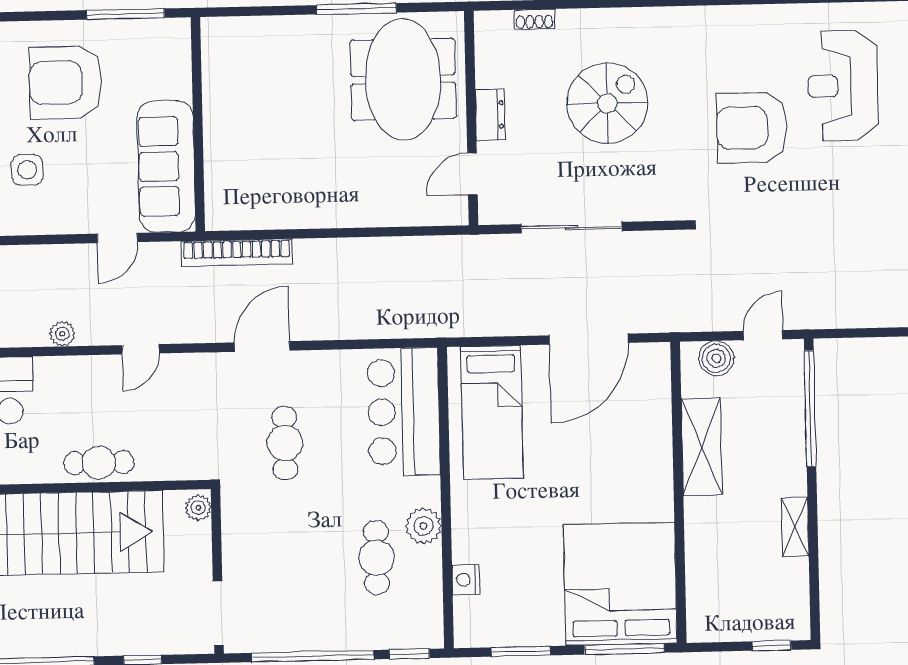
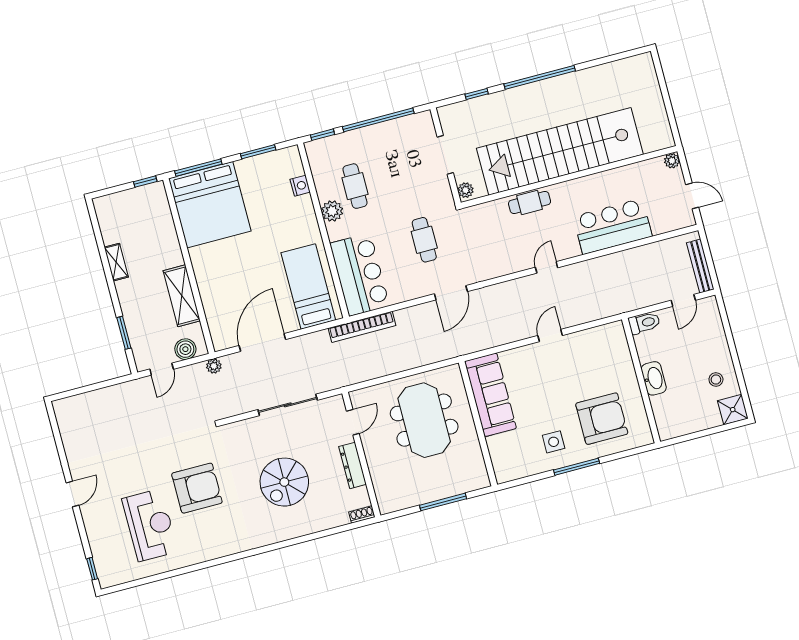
shoe rack: (534, 19) -> (362, 514), moved
meeting table: (403, 79) -> (424, 420), moved
dresser: (490, 115) -> (353, 465), width x1.44
wall: (198, 124) -> (478, 424), moved
sofa: (166, 166) -> (490, 395), moved
side table: (27, 170) -> (554, 442), moved
bookcase: (237, 252) -> (362, 327), moved, turned 180
plant: (62, 334) -> (214, 366), moved
door: (141, 349) -> (547, 267), moved
window: (810, 409) -> (124, 333), width x0.47
doorway: (218, 613) -> (445, 155), moved
window: (772, 646) -> (145, 182), moved

